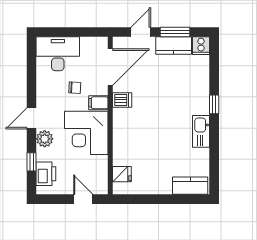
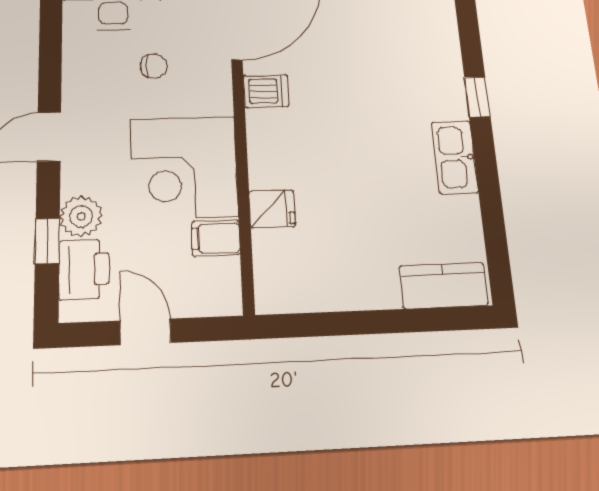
filing cabinet: (98, 103) -> (216, 238), moved
plant: (45, 139) -> (81, 216), moved
fridge: (122, 174) -> (272, 209), moved
door: (83, 199) -> (145, 332), moved

